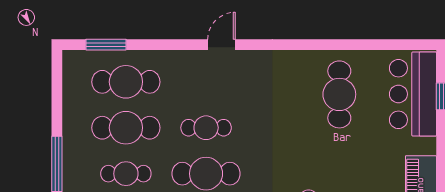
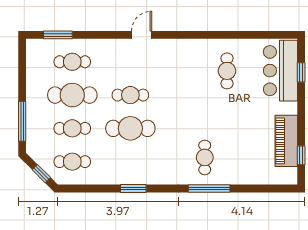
cafe table: (126, 82) -> (72, 62), width x0.73, depth x0.74
cafe table: (339, 94) -> (227, 71), width x0.73, depth x0.74

